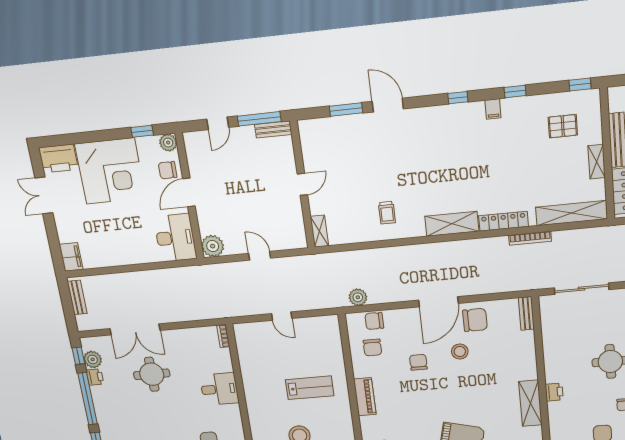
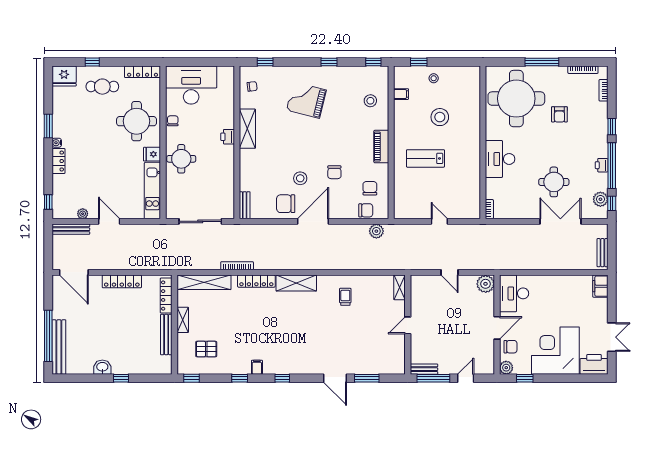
printer: (95, 377) -> (602, 165), moved
desk: (219, 389) -> (500, 159), width x1.37

